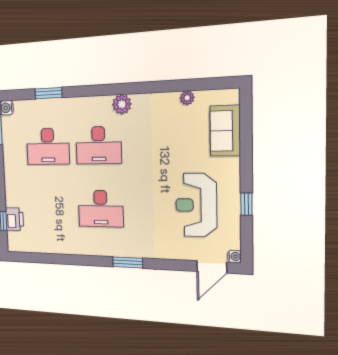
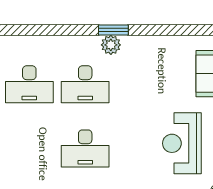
window: (48, 93) -> (113, 30), moved
plant: (187, 98) -> (175, 42), removed

